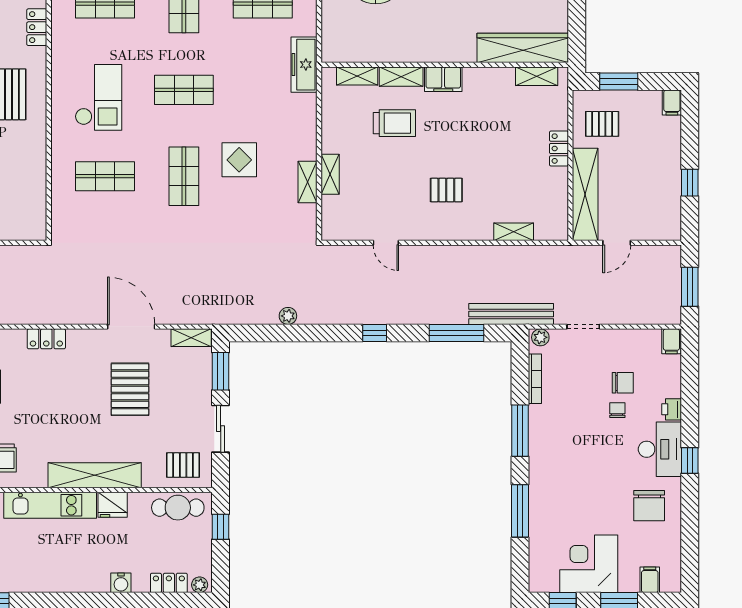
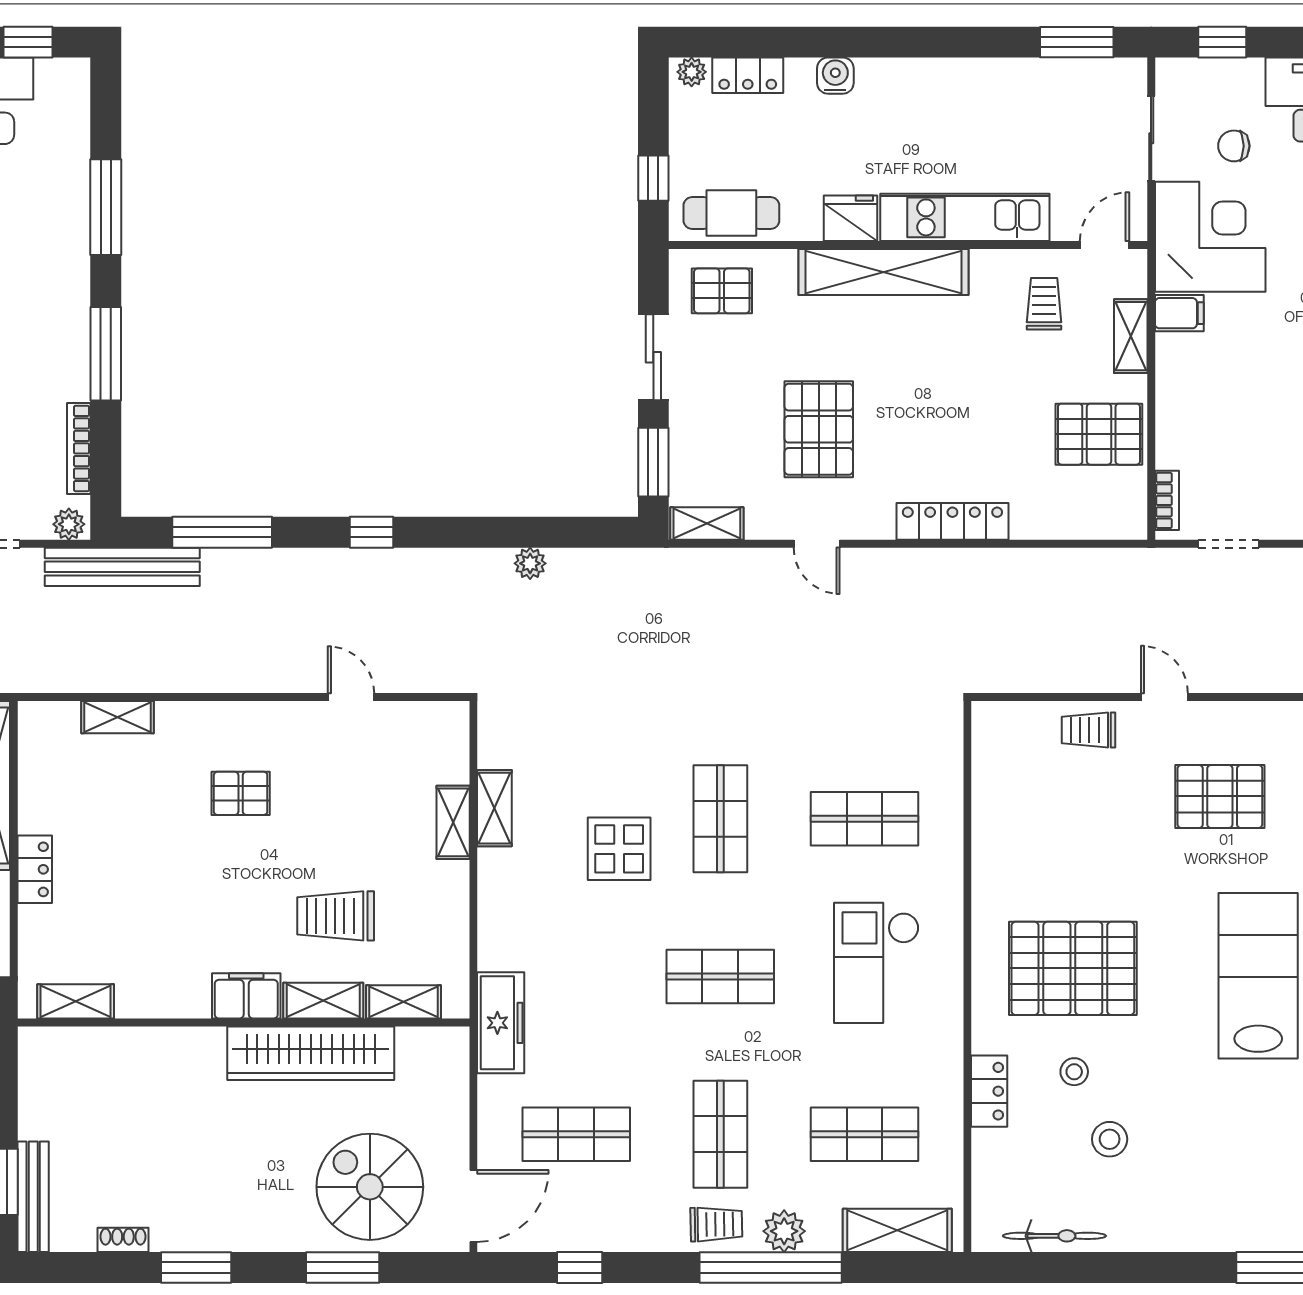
wardrobe: (523, 48) -> (311, 1053), moved
door: (131, 327) -> (817, 544), width x0.53
locker: (46, 339) -> (952, 521), width x1.53

